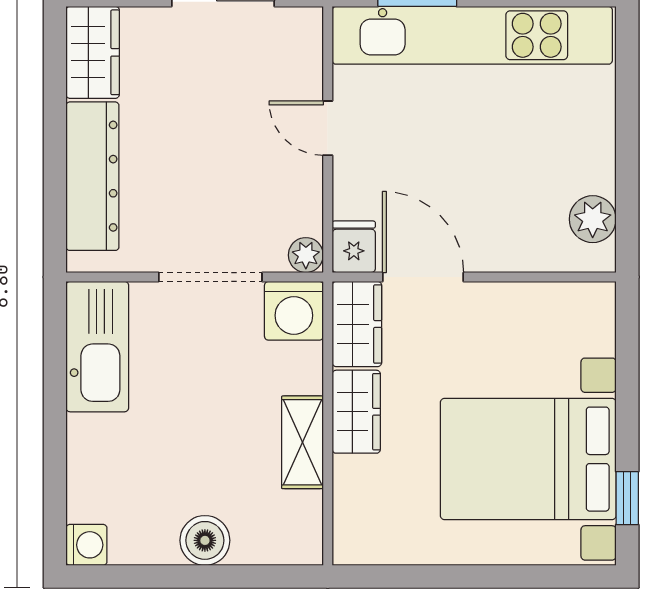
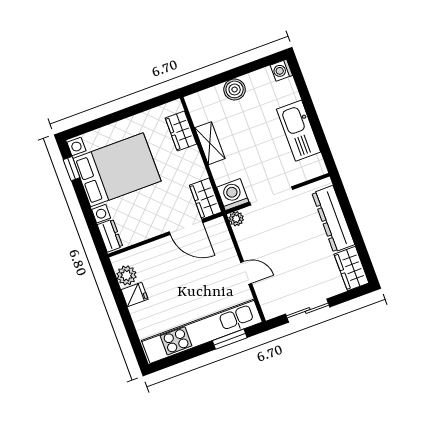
fridge: (354, 247) -> (135, 294), moved, turned -90
dresser: (597, 320) -> (110, 236), added
kitchen sink: (97, 347) -> (299, 131), moved
wardrobe: (356, 412) -> (181, 131), moved

